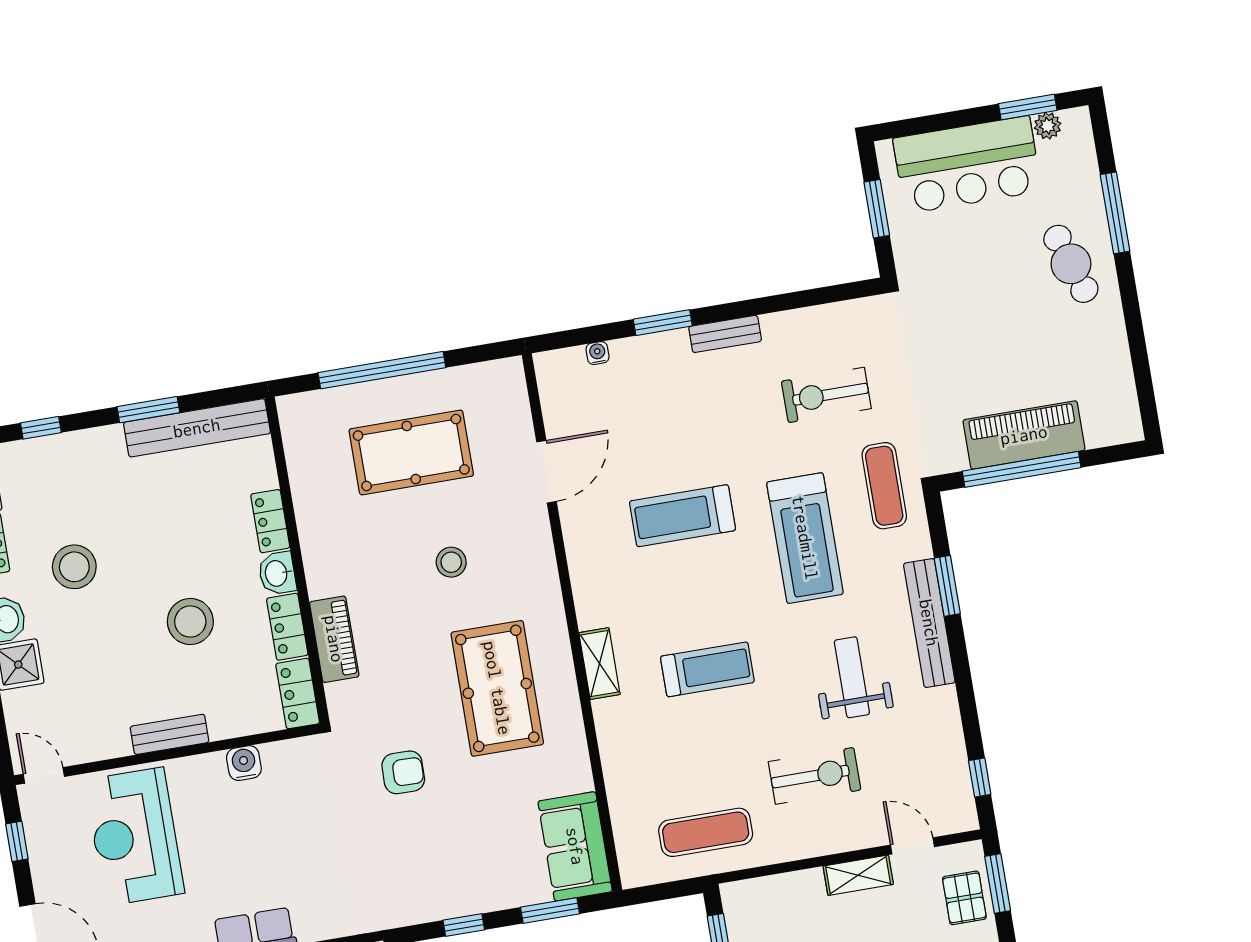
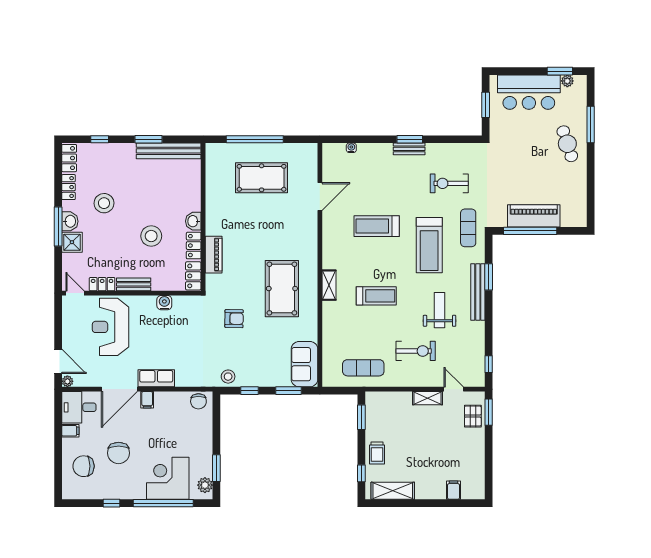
window: (663, 323) -> (410, 139), moved
locker: (270, 521) -> (102, 284), moved, turned 90
stool: (451, 562) -> (228, 377), moved
window: (17, 841) -> (58, 320), removed

